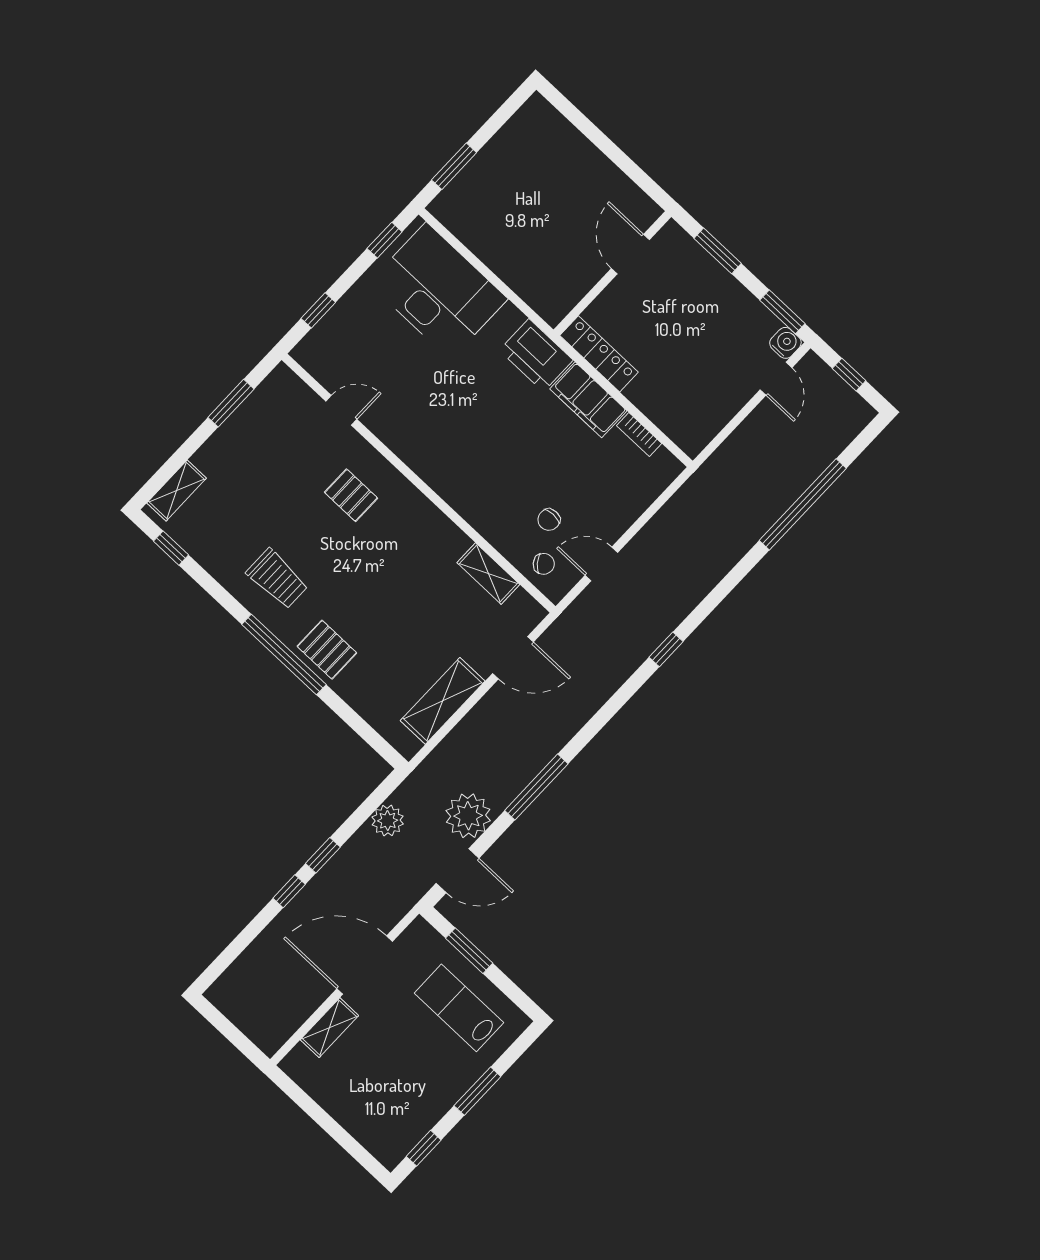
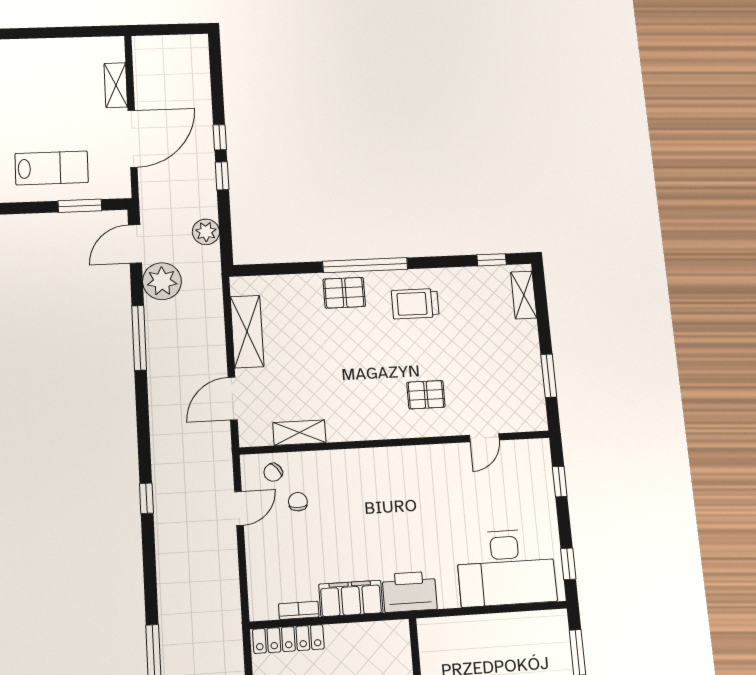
locker: (599, 354) -> (288, 639), moved

